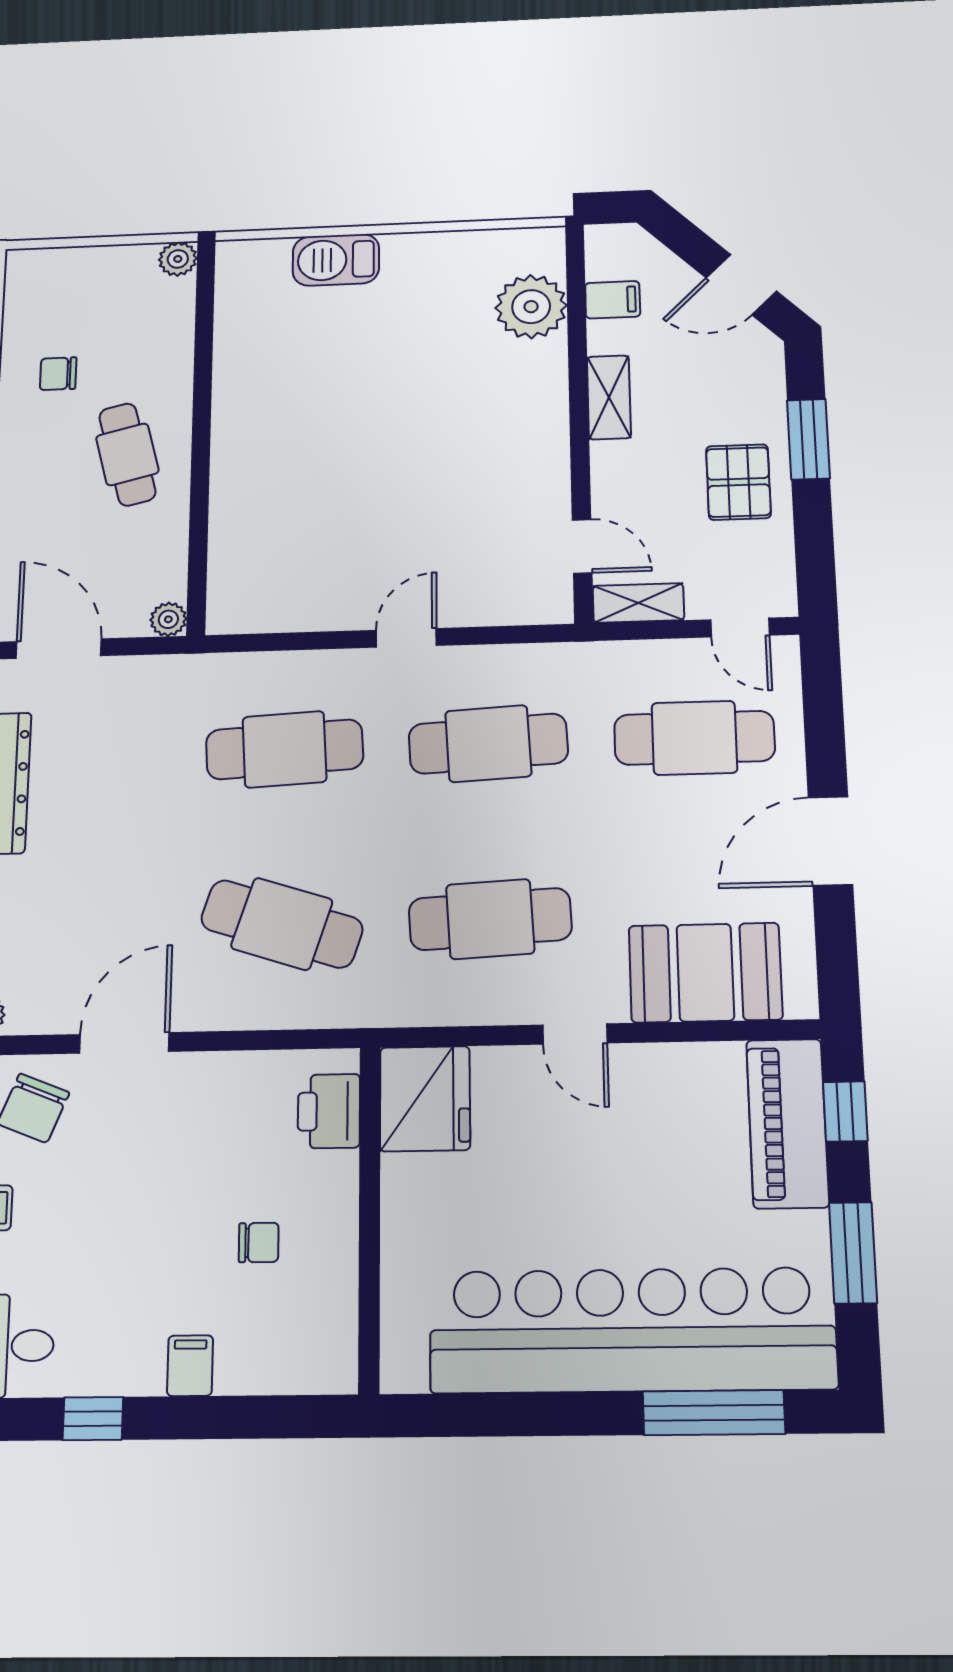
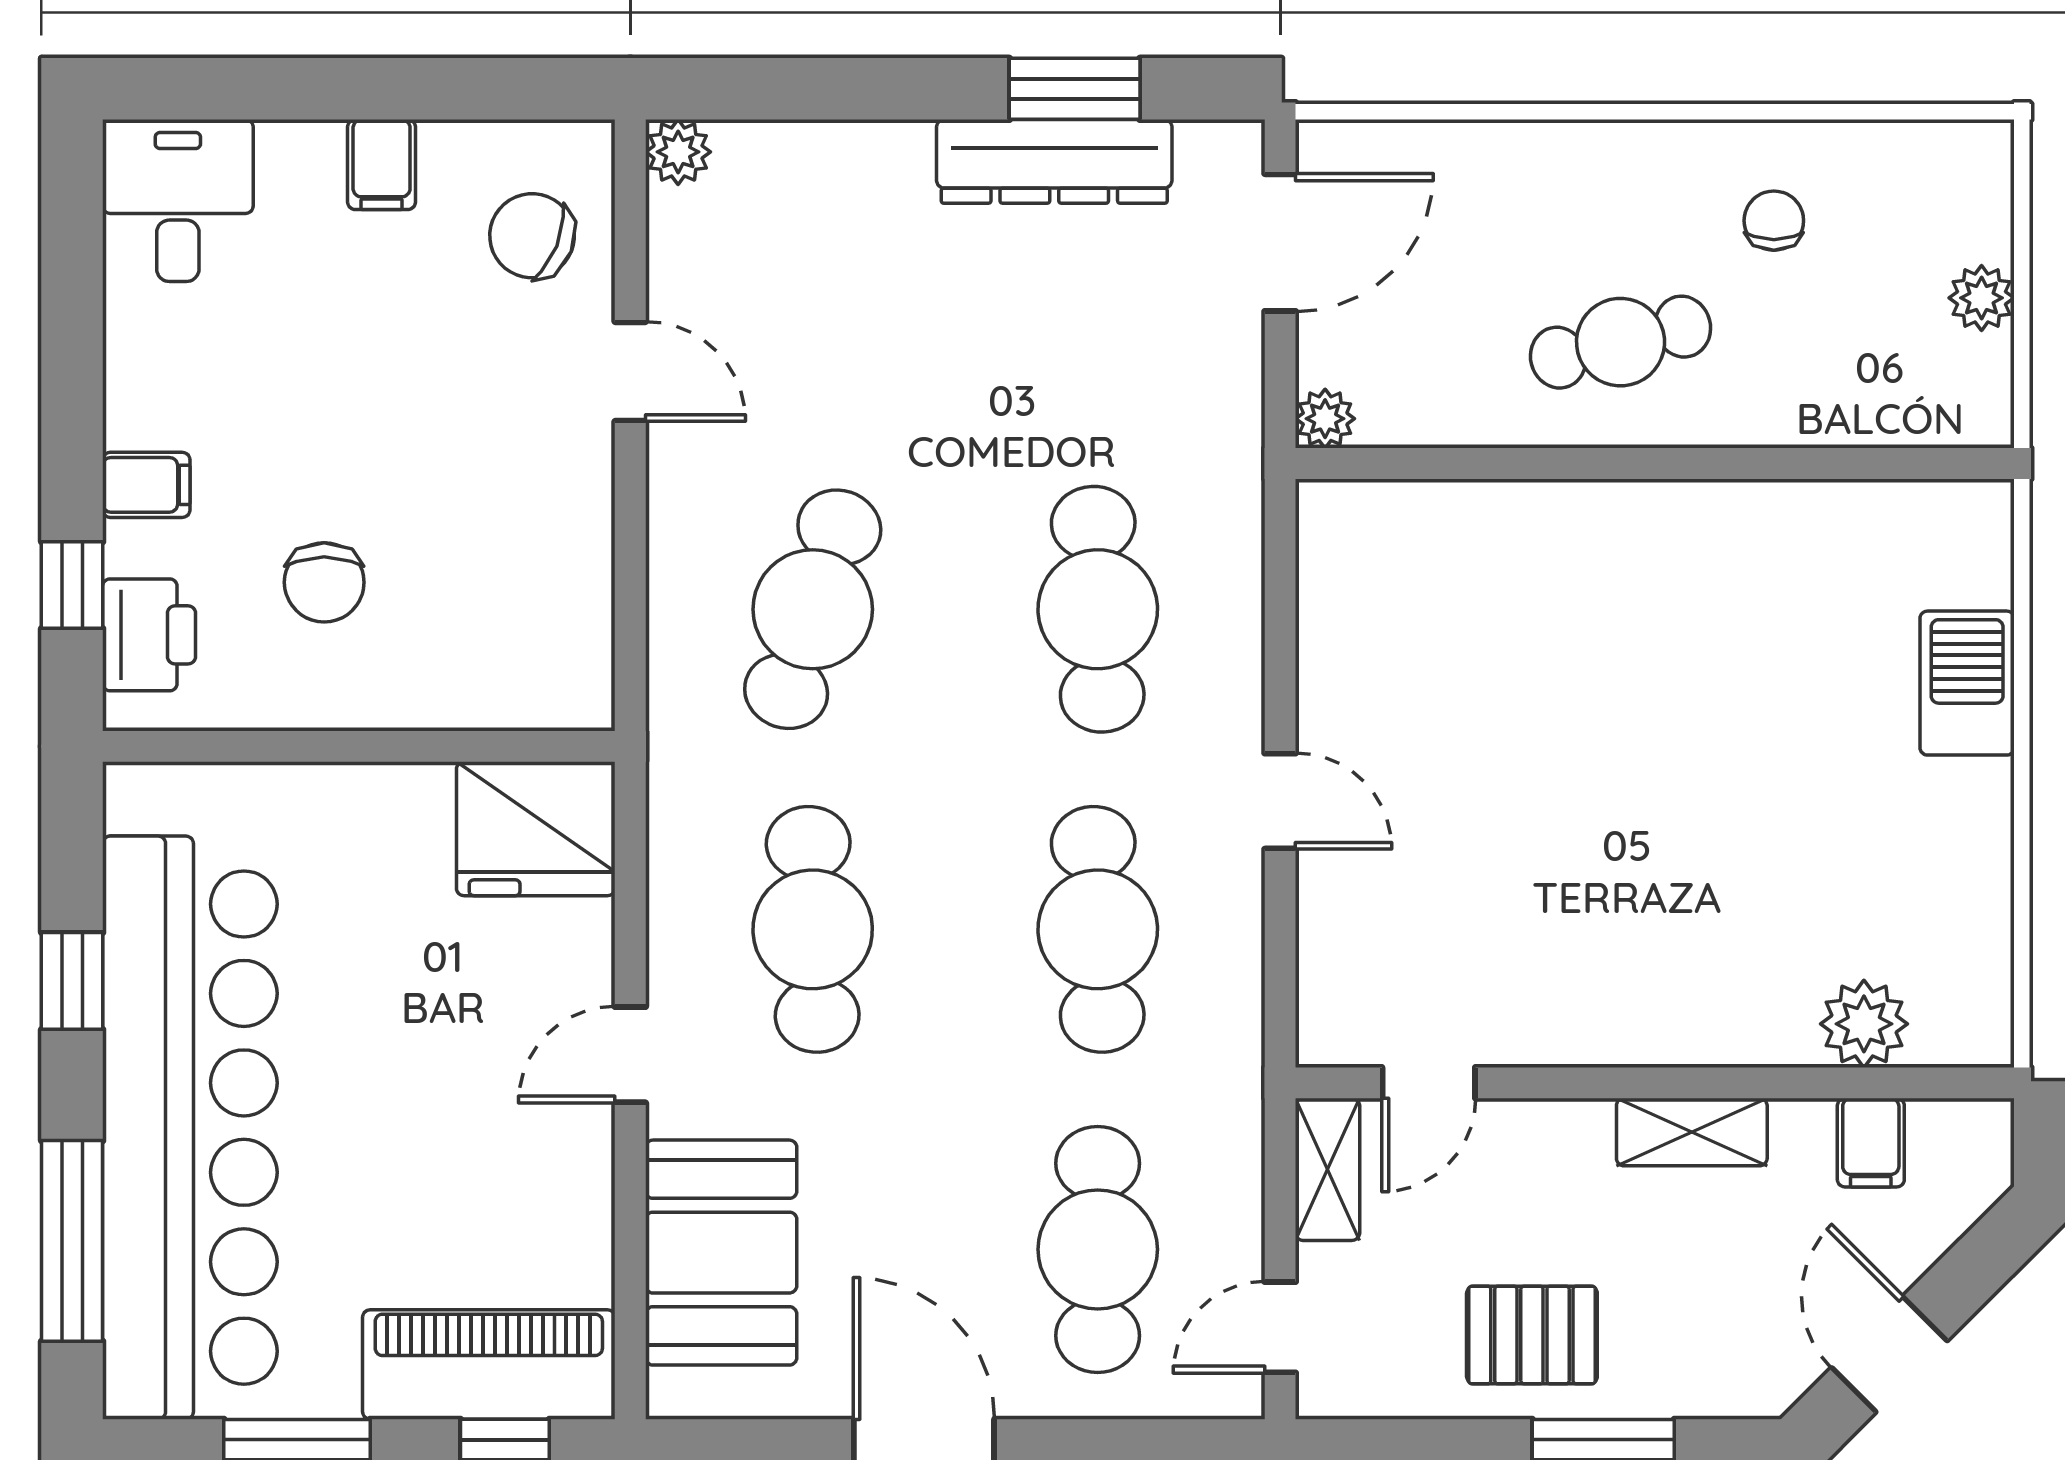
plant: (178, 259) -> (1982, 298), moved
plant: (531, 307) -> (1864, 1024), width x0.73, depth x0.73
door: (124, 1043) -> (630, 371), width x0.73
printer: (329, 1111) -> (149, 635), moved, turned 90
chair: (259, 1242) -> (324, 582), width x1.37, depth x1.37
window: (532, 1414) -> (72, 981), added
window: (93, 1419) -> (72, 585), moved

